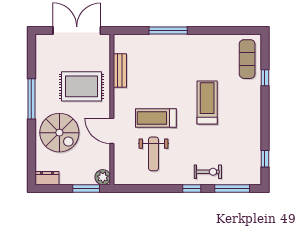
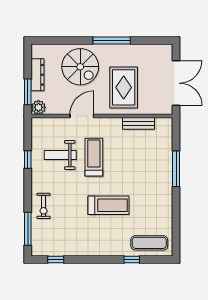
spiral stairs: (59, 133) -> (80, 67), turned -90
dresser: (47, 178) -> (38, 75), moved, width x1.44
window: (192, 188) -> (28, 159), moved

